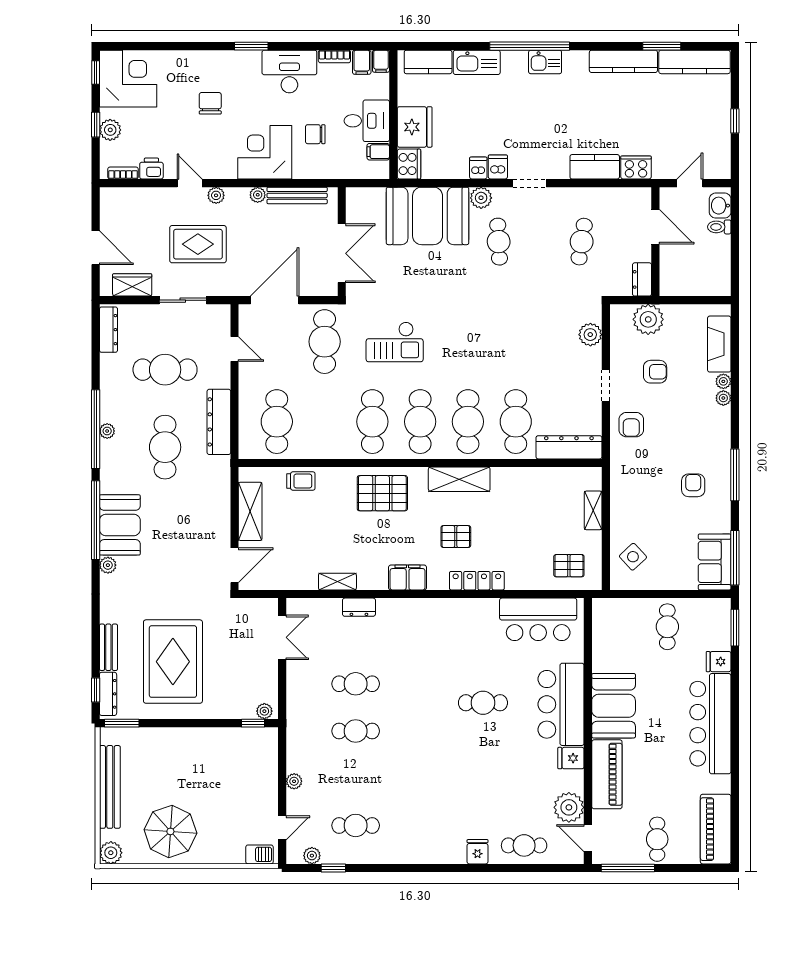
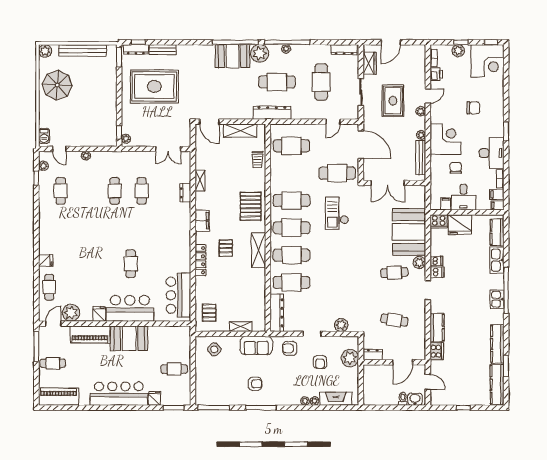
dresser: (219, 422) -> (272, 113), moved
sofa: (715, 562) -> (256, 345), moved, turned 180
plant: (108, 565) -> (260, 53), moved, width x1.87, depth x1.87

